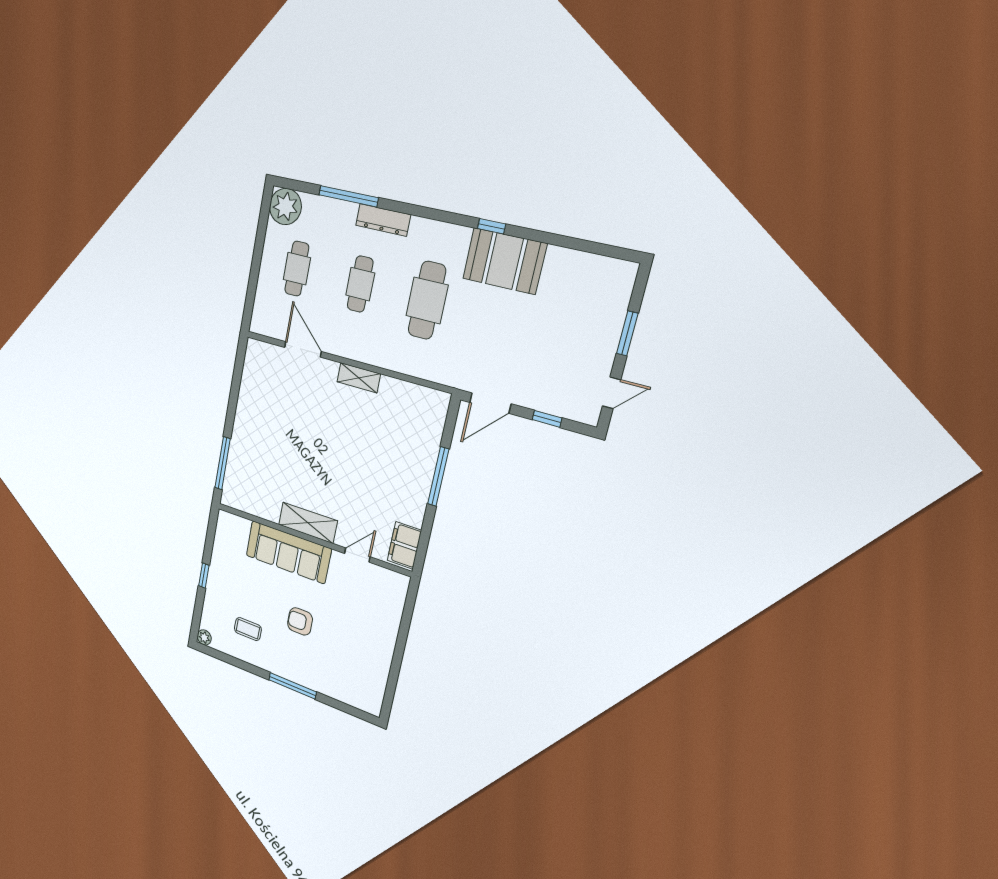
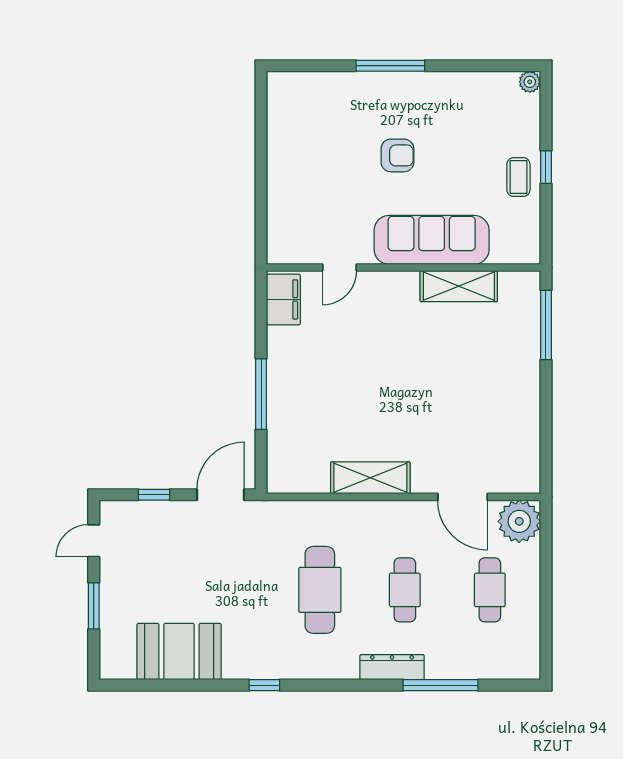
plant: (285, 207) -> (519, 521), moved
booth: (504, 261) -> (179, 652), moved
shelving: (359, 378) -> (370, 478), width x1.50, depth x1.33
shelving: (308, 523) -> (459, 286), moved
coffee table: (248, 629) -> (518, 177), moved, turned 90

